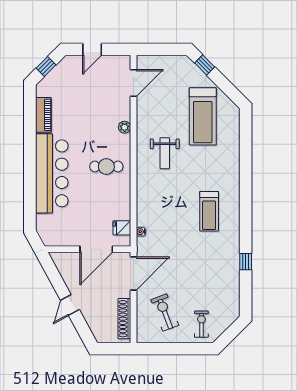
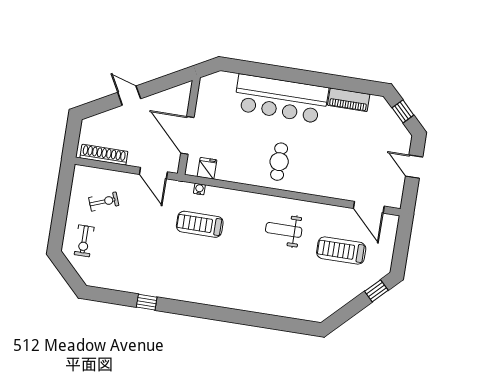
treadmill: (203, 116) -> (341, 251), moved, width x0.73, depth x0.73
plant: (125, 127) -> (320, 189), removed
treadmill: (209, 211) -> (200, 224), moved
door: (133, 274) -> (153, 173), width x0.73
exercise bike: (165, 312) -> (104, 202), width x0.73, depth x0.72
exercise bike: (201, 324) -> (84, 241), turned 90

